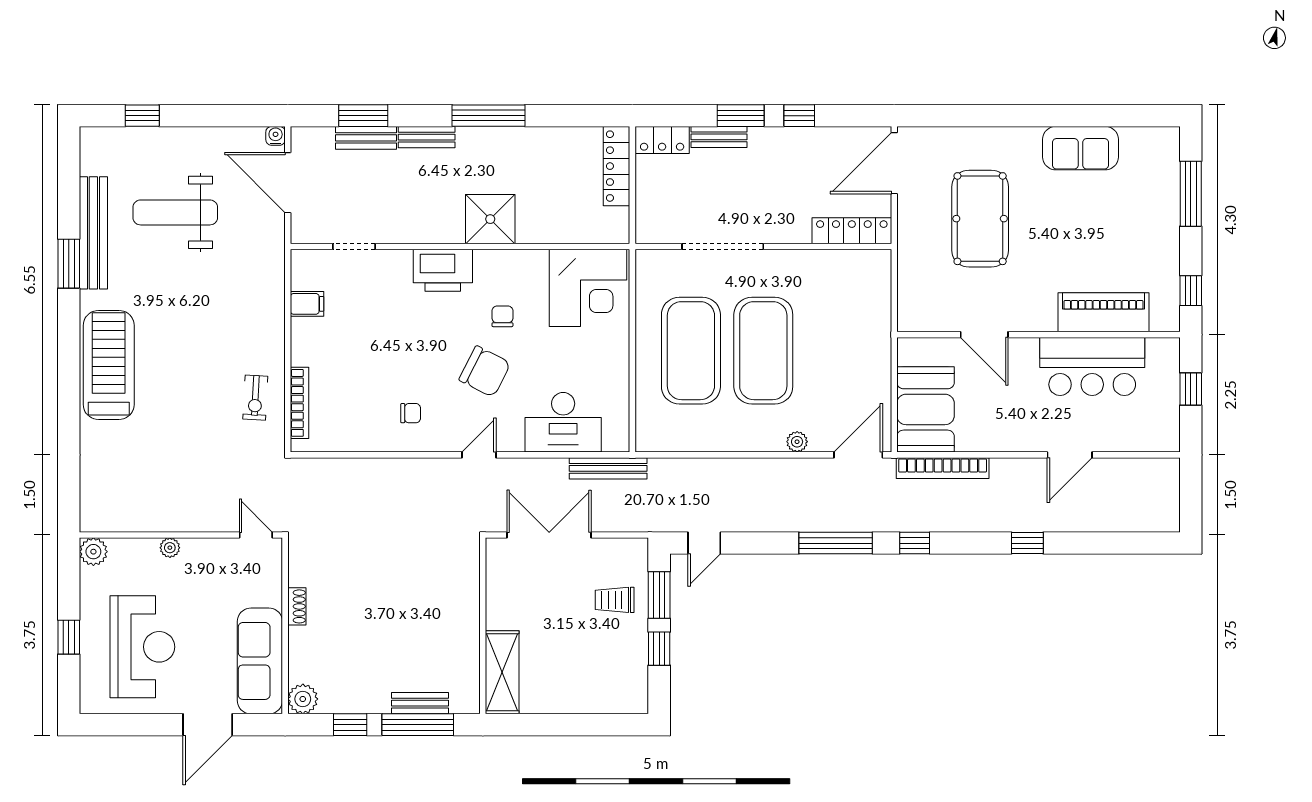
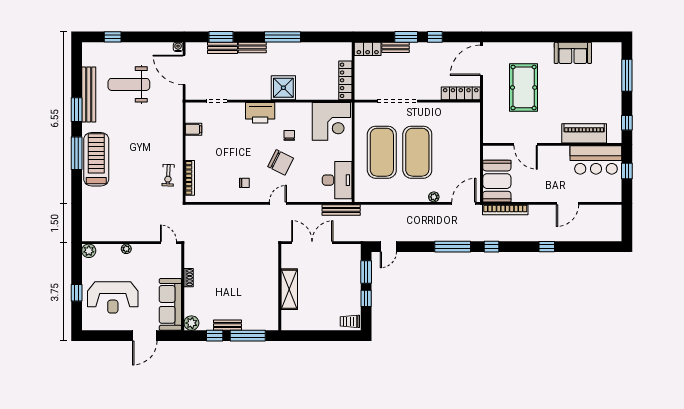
locker: (617, 166) -> (345, 80), moved
window: (69, 353) -> (77, 153), added
bar counter: (1092, 366) -> (596, 160), moved
desk: (563, 422) -> (337, 180), moved, turned -90
trolley: (615, 600) -> (350, 321), moved
reception desk: (142, 647) -> (113, 297), turned 90
shelving: (502, 672) -> (289, 289), moved
bench: (420, 703) -> (227, 325), moved

